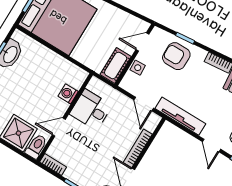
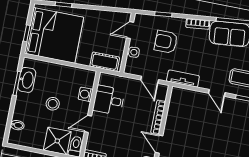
armchair: (176, 56) -> (166, 42), moved
cot: (116, 65) -> (105, 62), moved, turned 90
stool: (28, 91) -> (53, 104), added
tv unit: (180, 116) -> (183, 79), width x0.71

